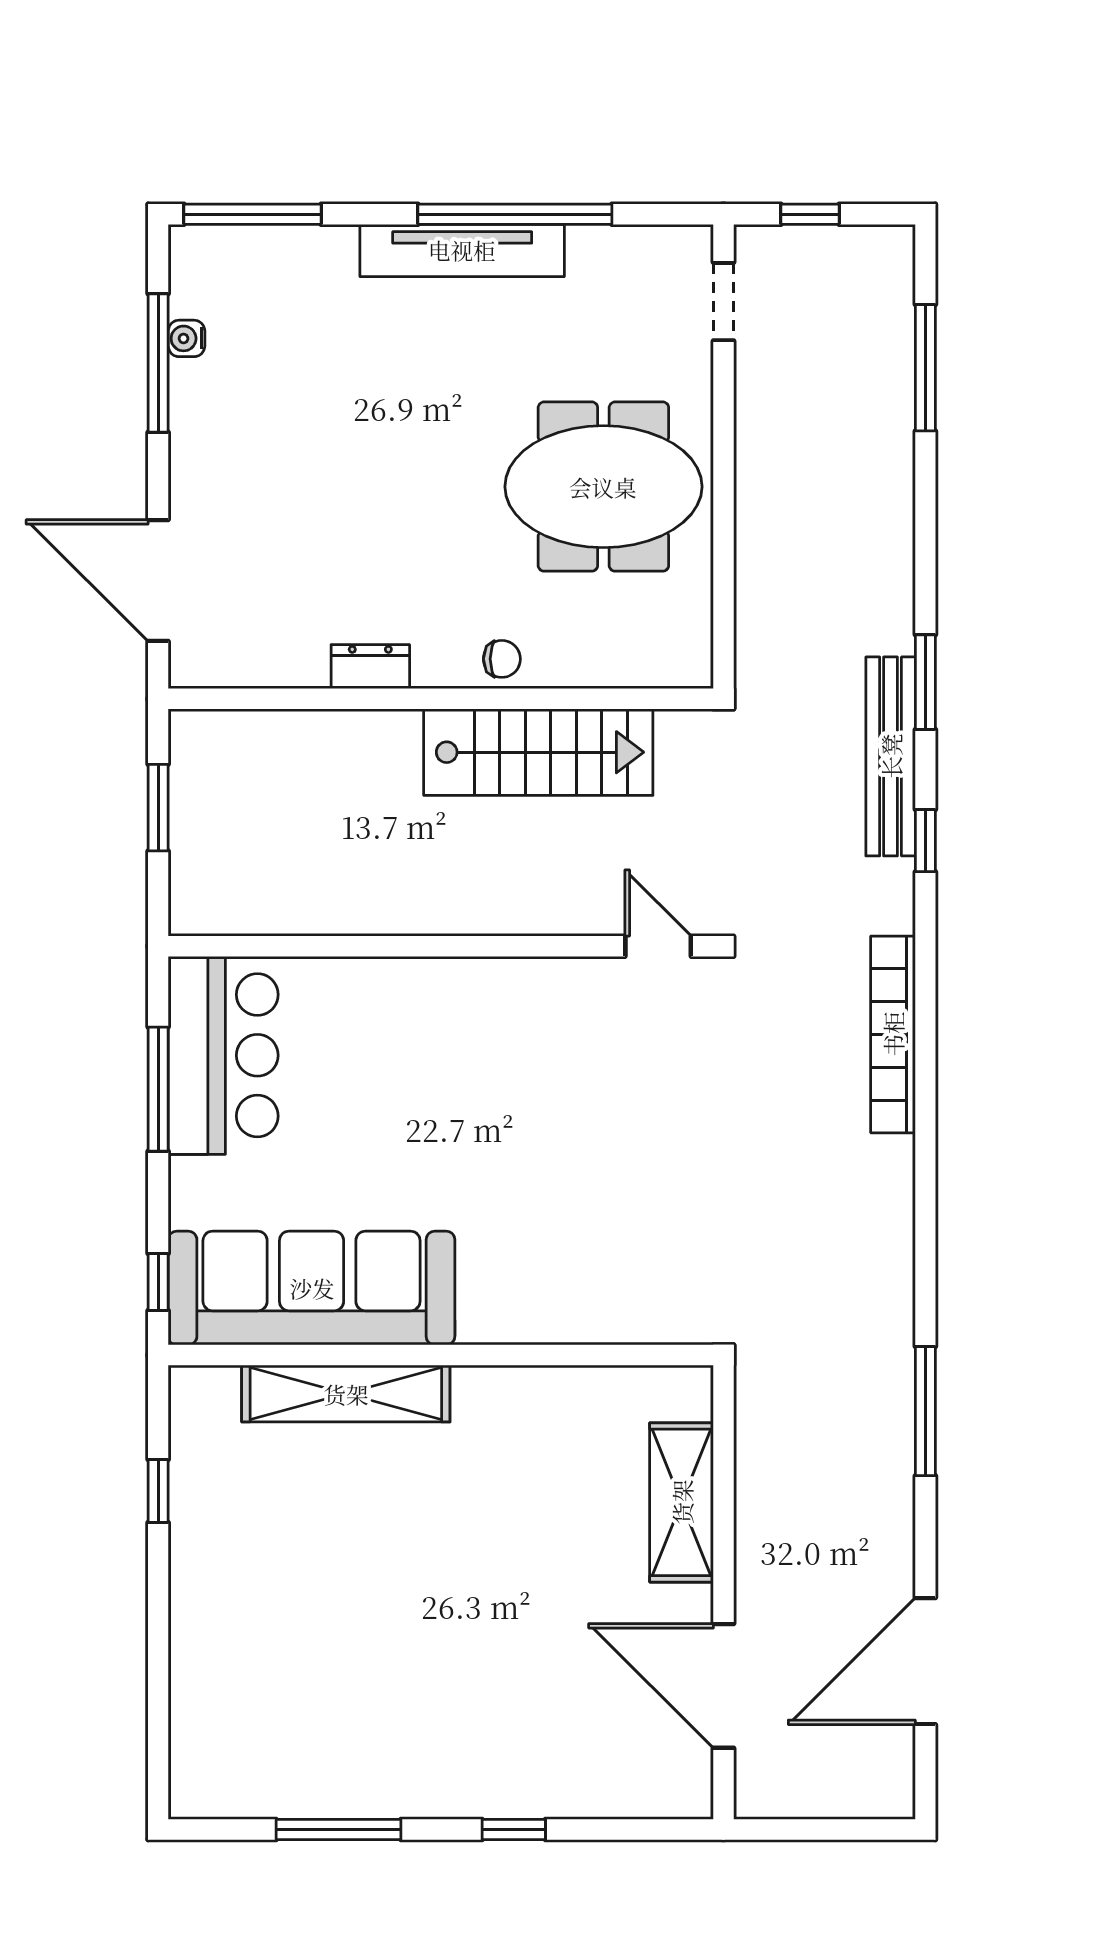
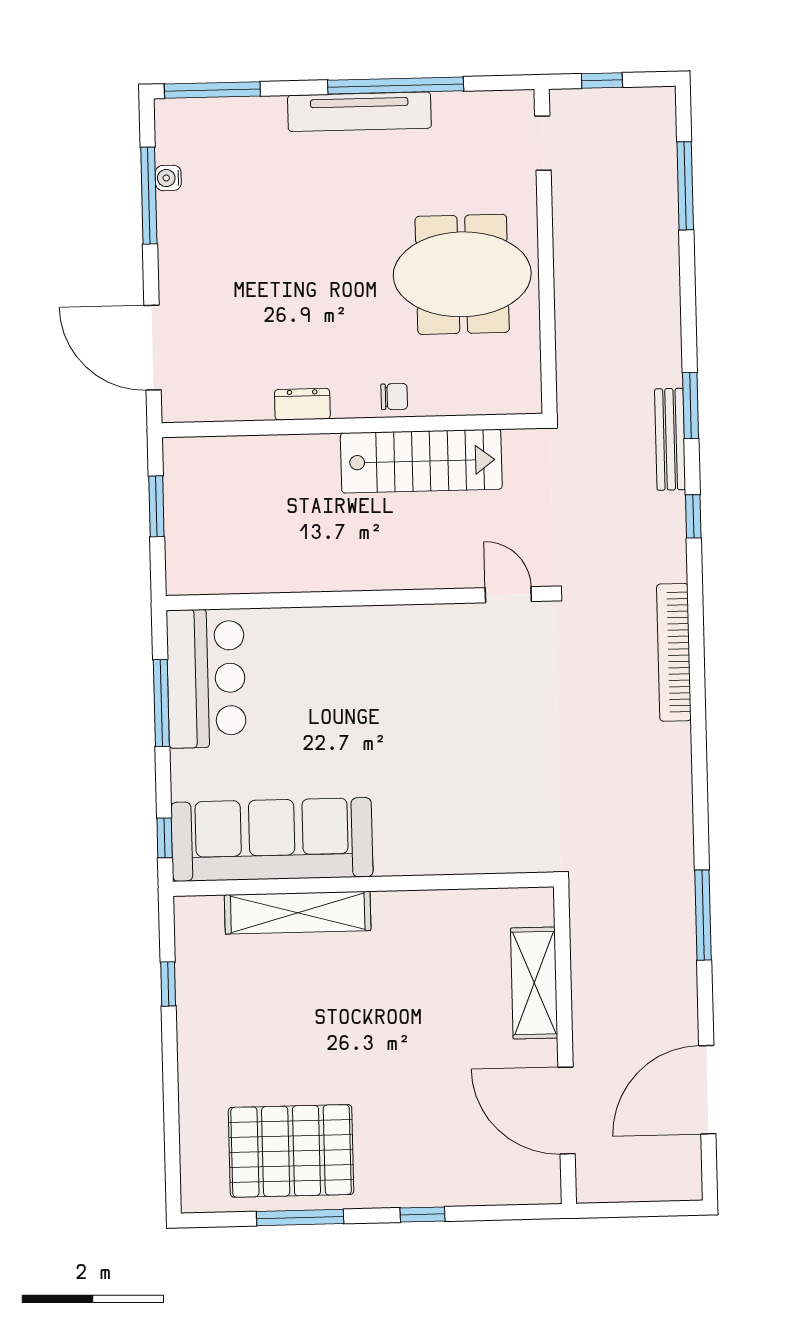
bench: (891, 756) -> (670, 439), width x0.73, depth x0.82
pallet: (328, 1734) -> (291, 1151), added

